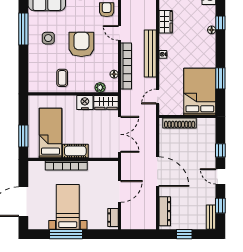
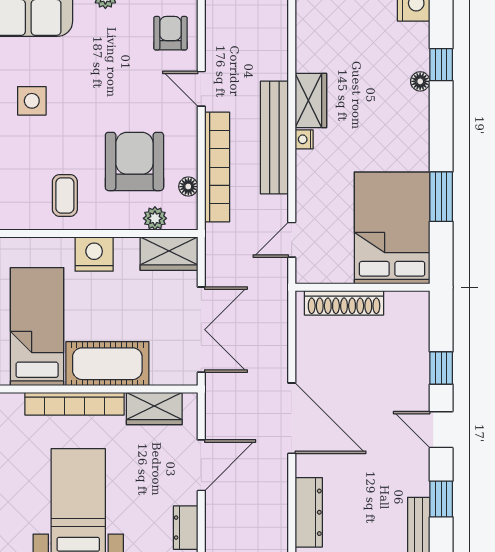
wardrobe: (166, 22) -> (311, 100), moved
armchair: (81, 44) -> (134, 161), moved
nightstand: (85, 103) -> (94, 254), moved
cot: (75, 151) -> (107, 364), width x1.37, depth x1.34
wardrobe: (100, 168) -> (154, 409), added

